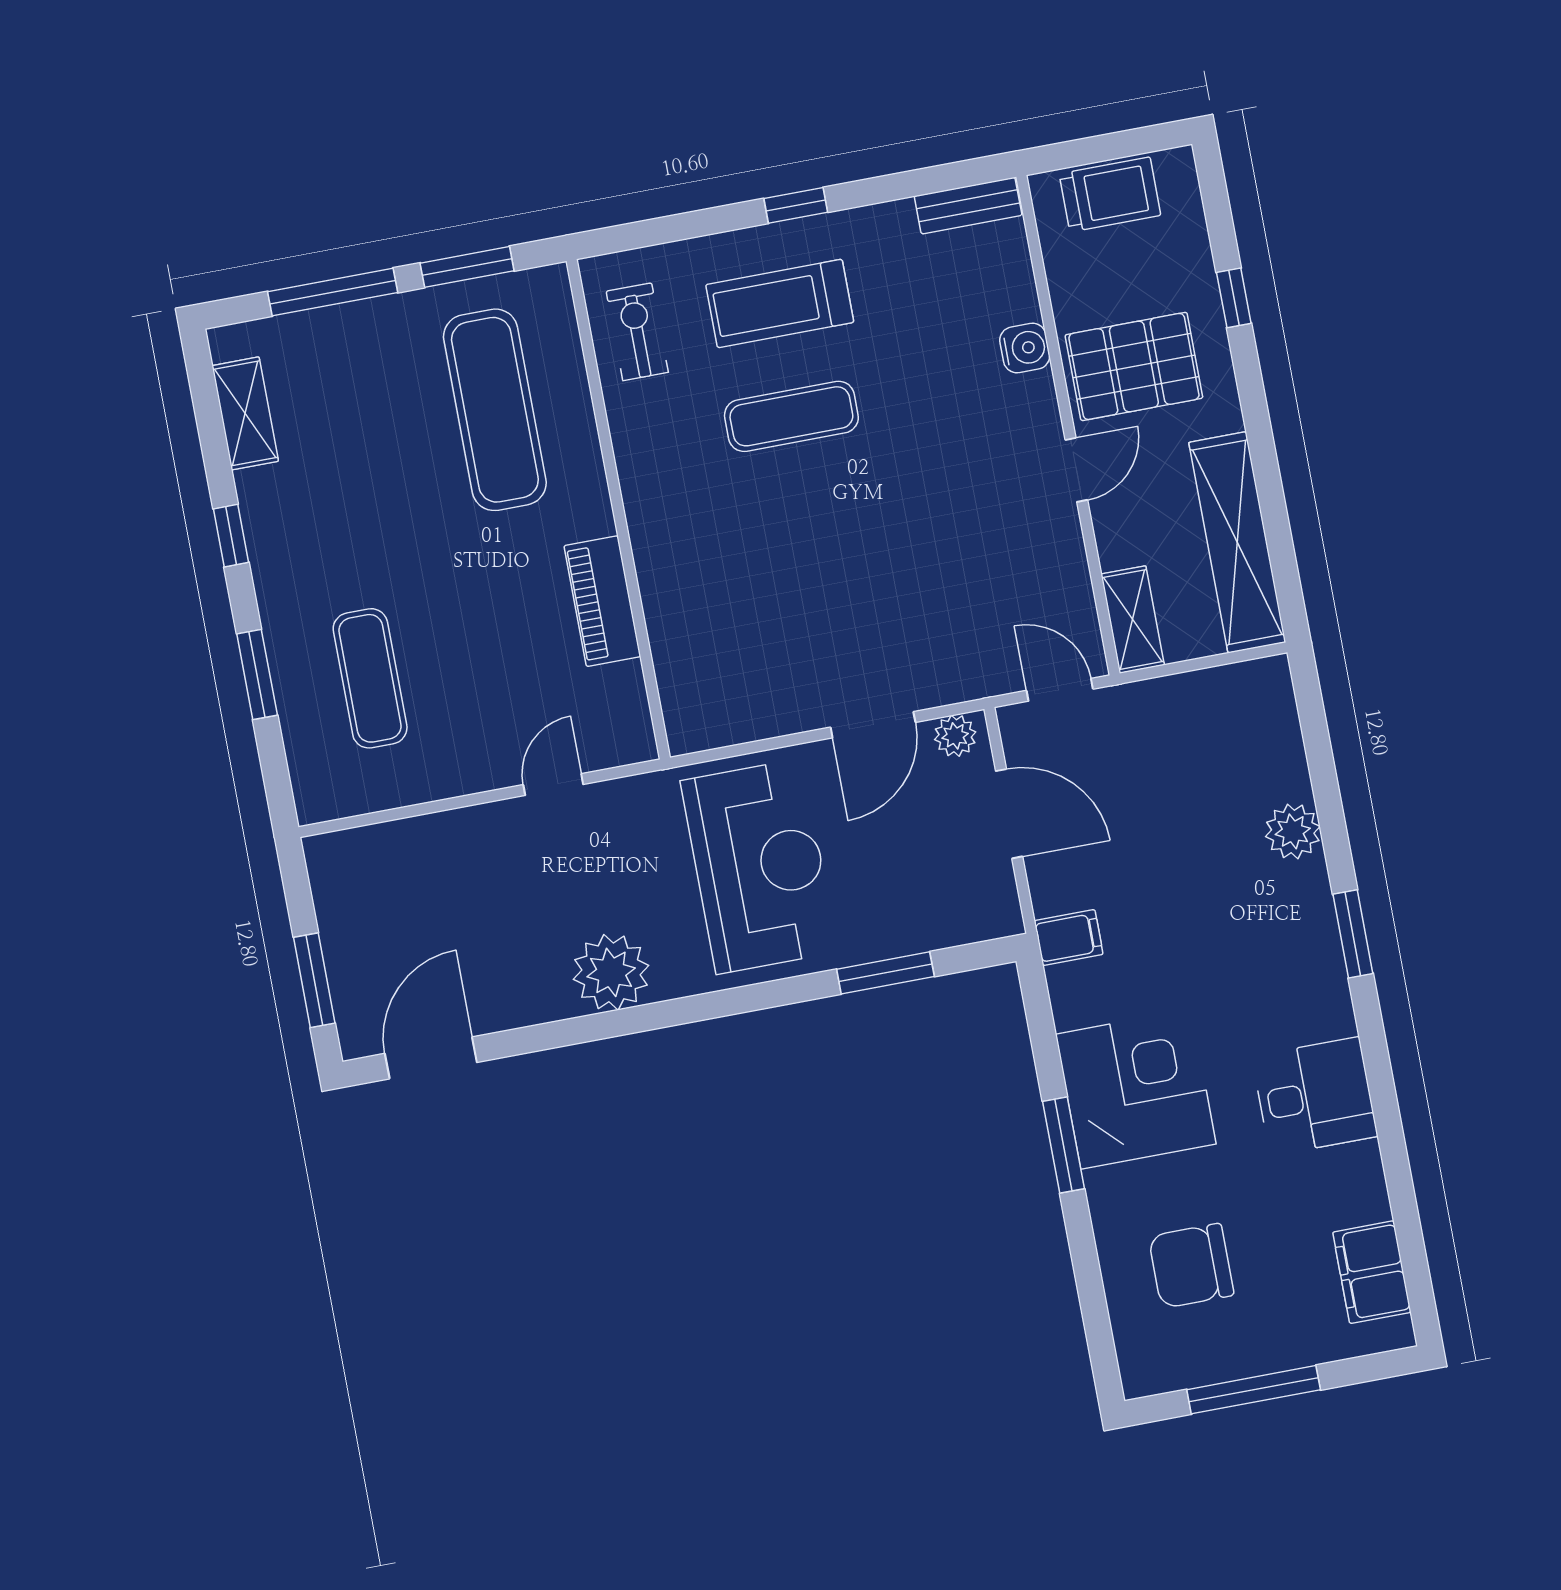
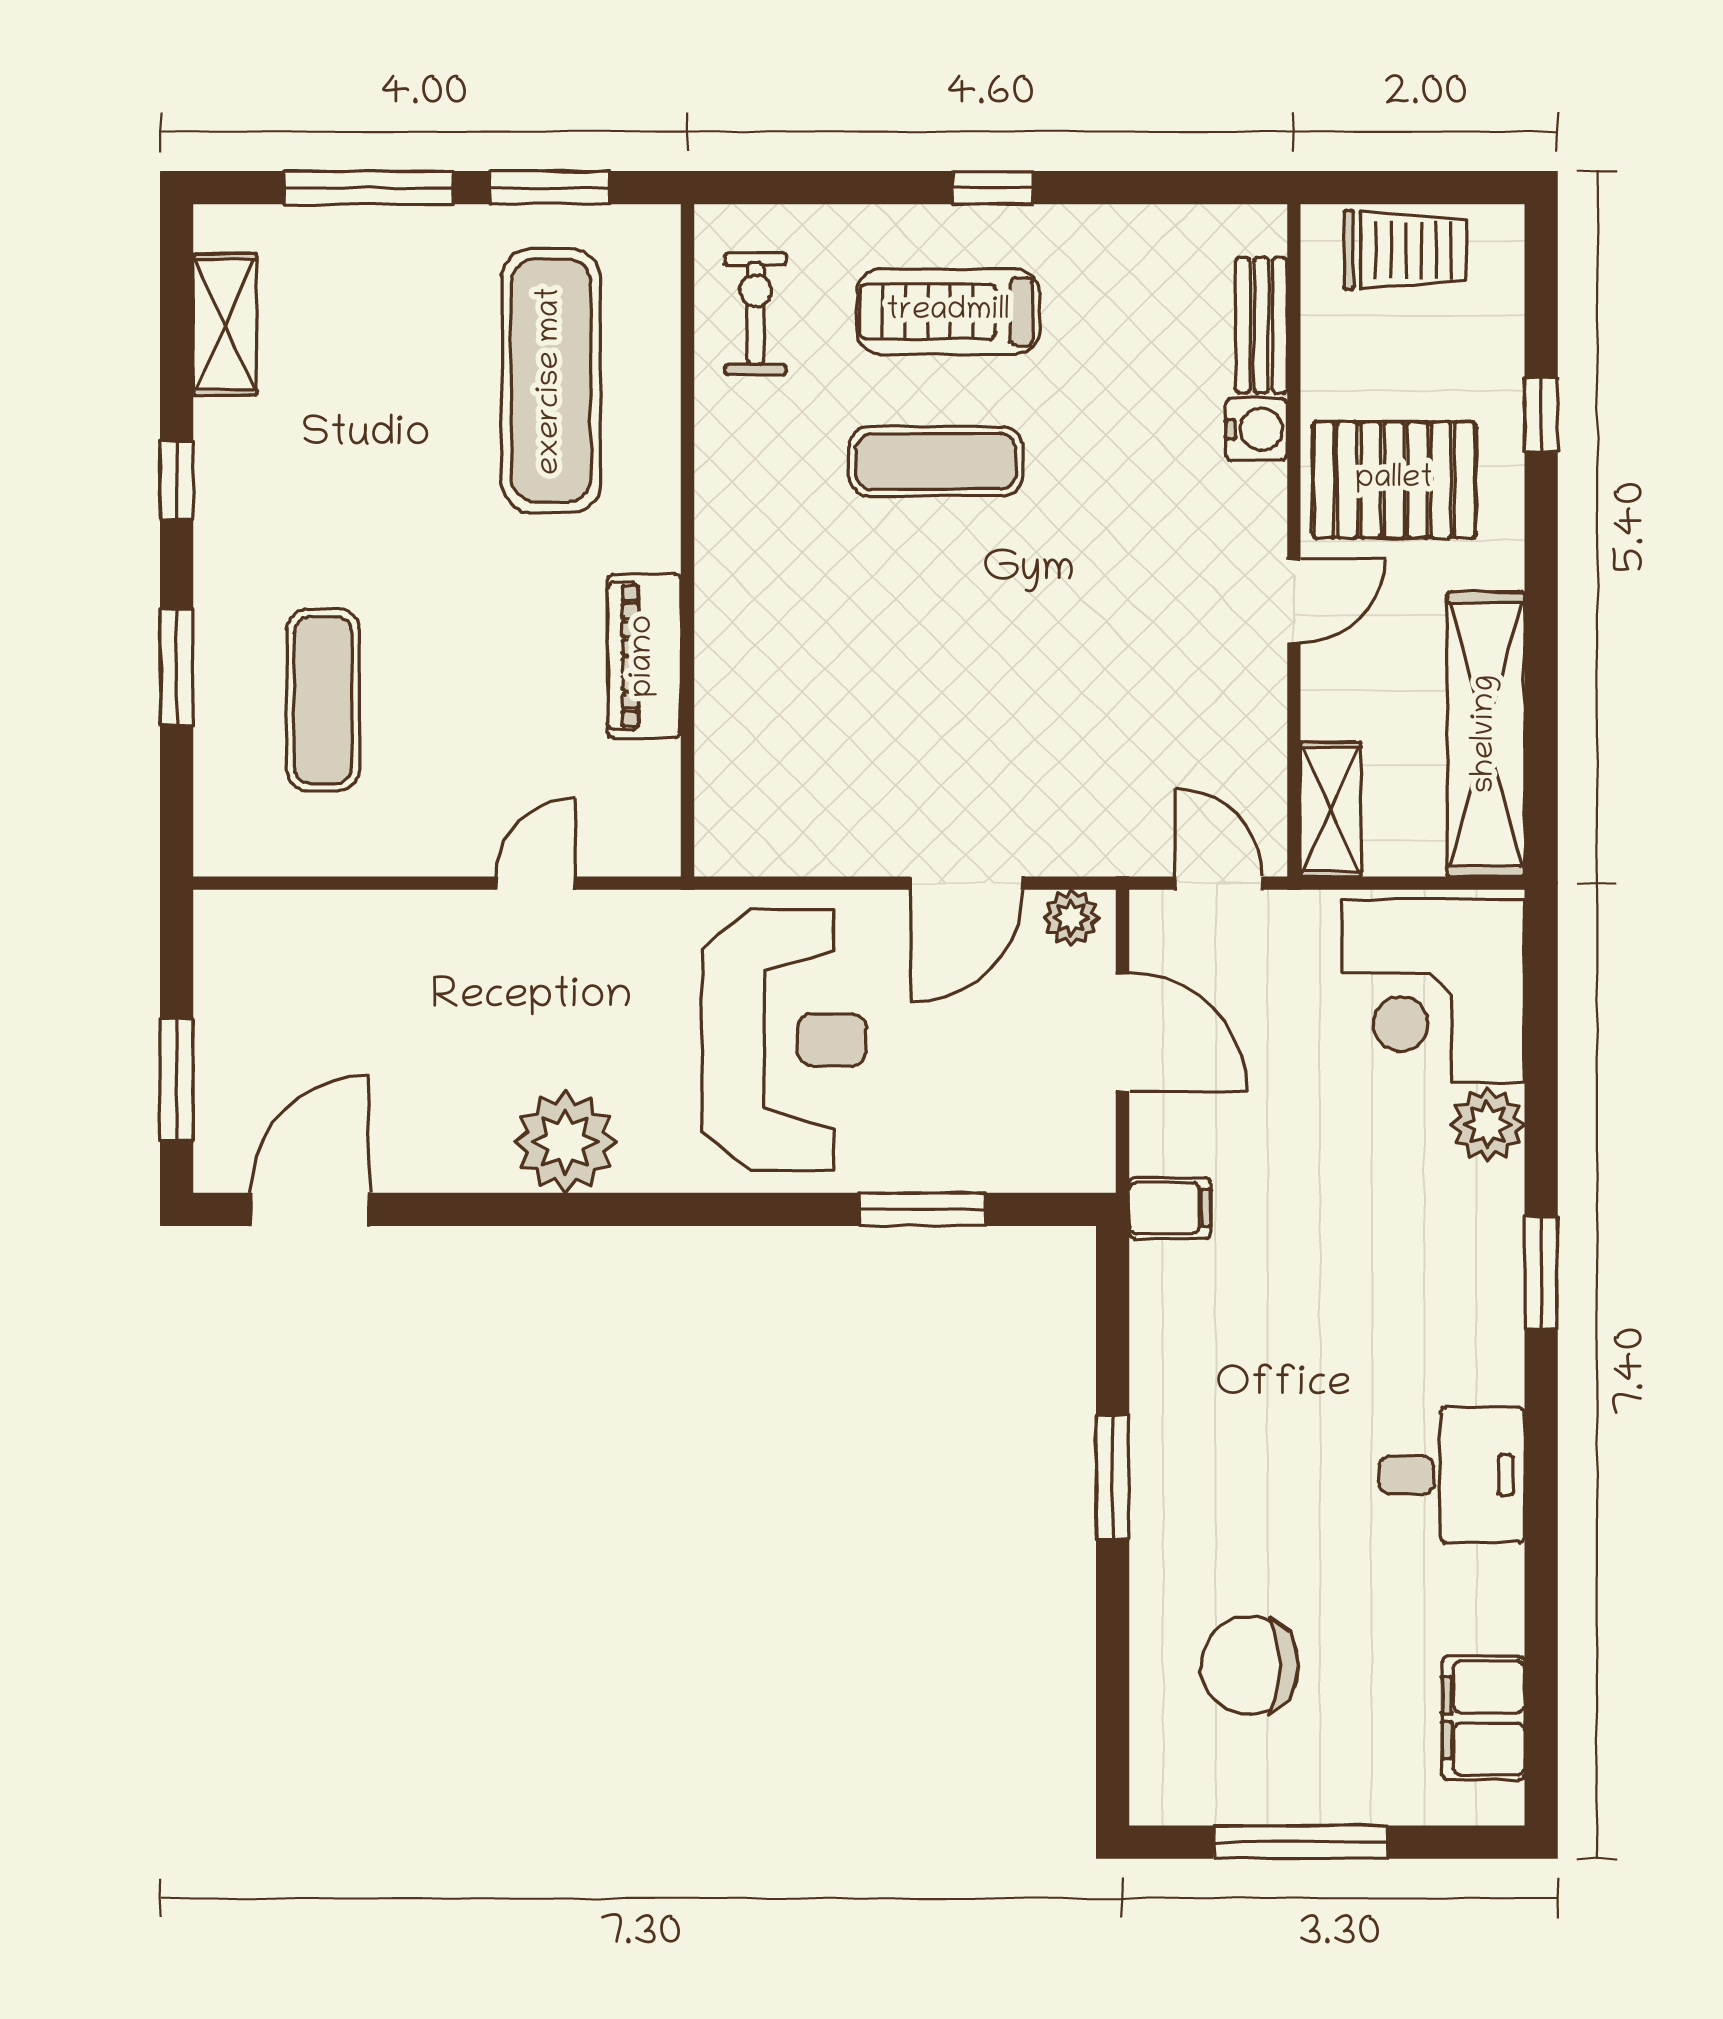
bench: (968, 206) -> (1261, 325), moved, turned 90
corner desk: (1136, 1089) -> (1433, 991), moved, turned 180

